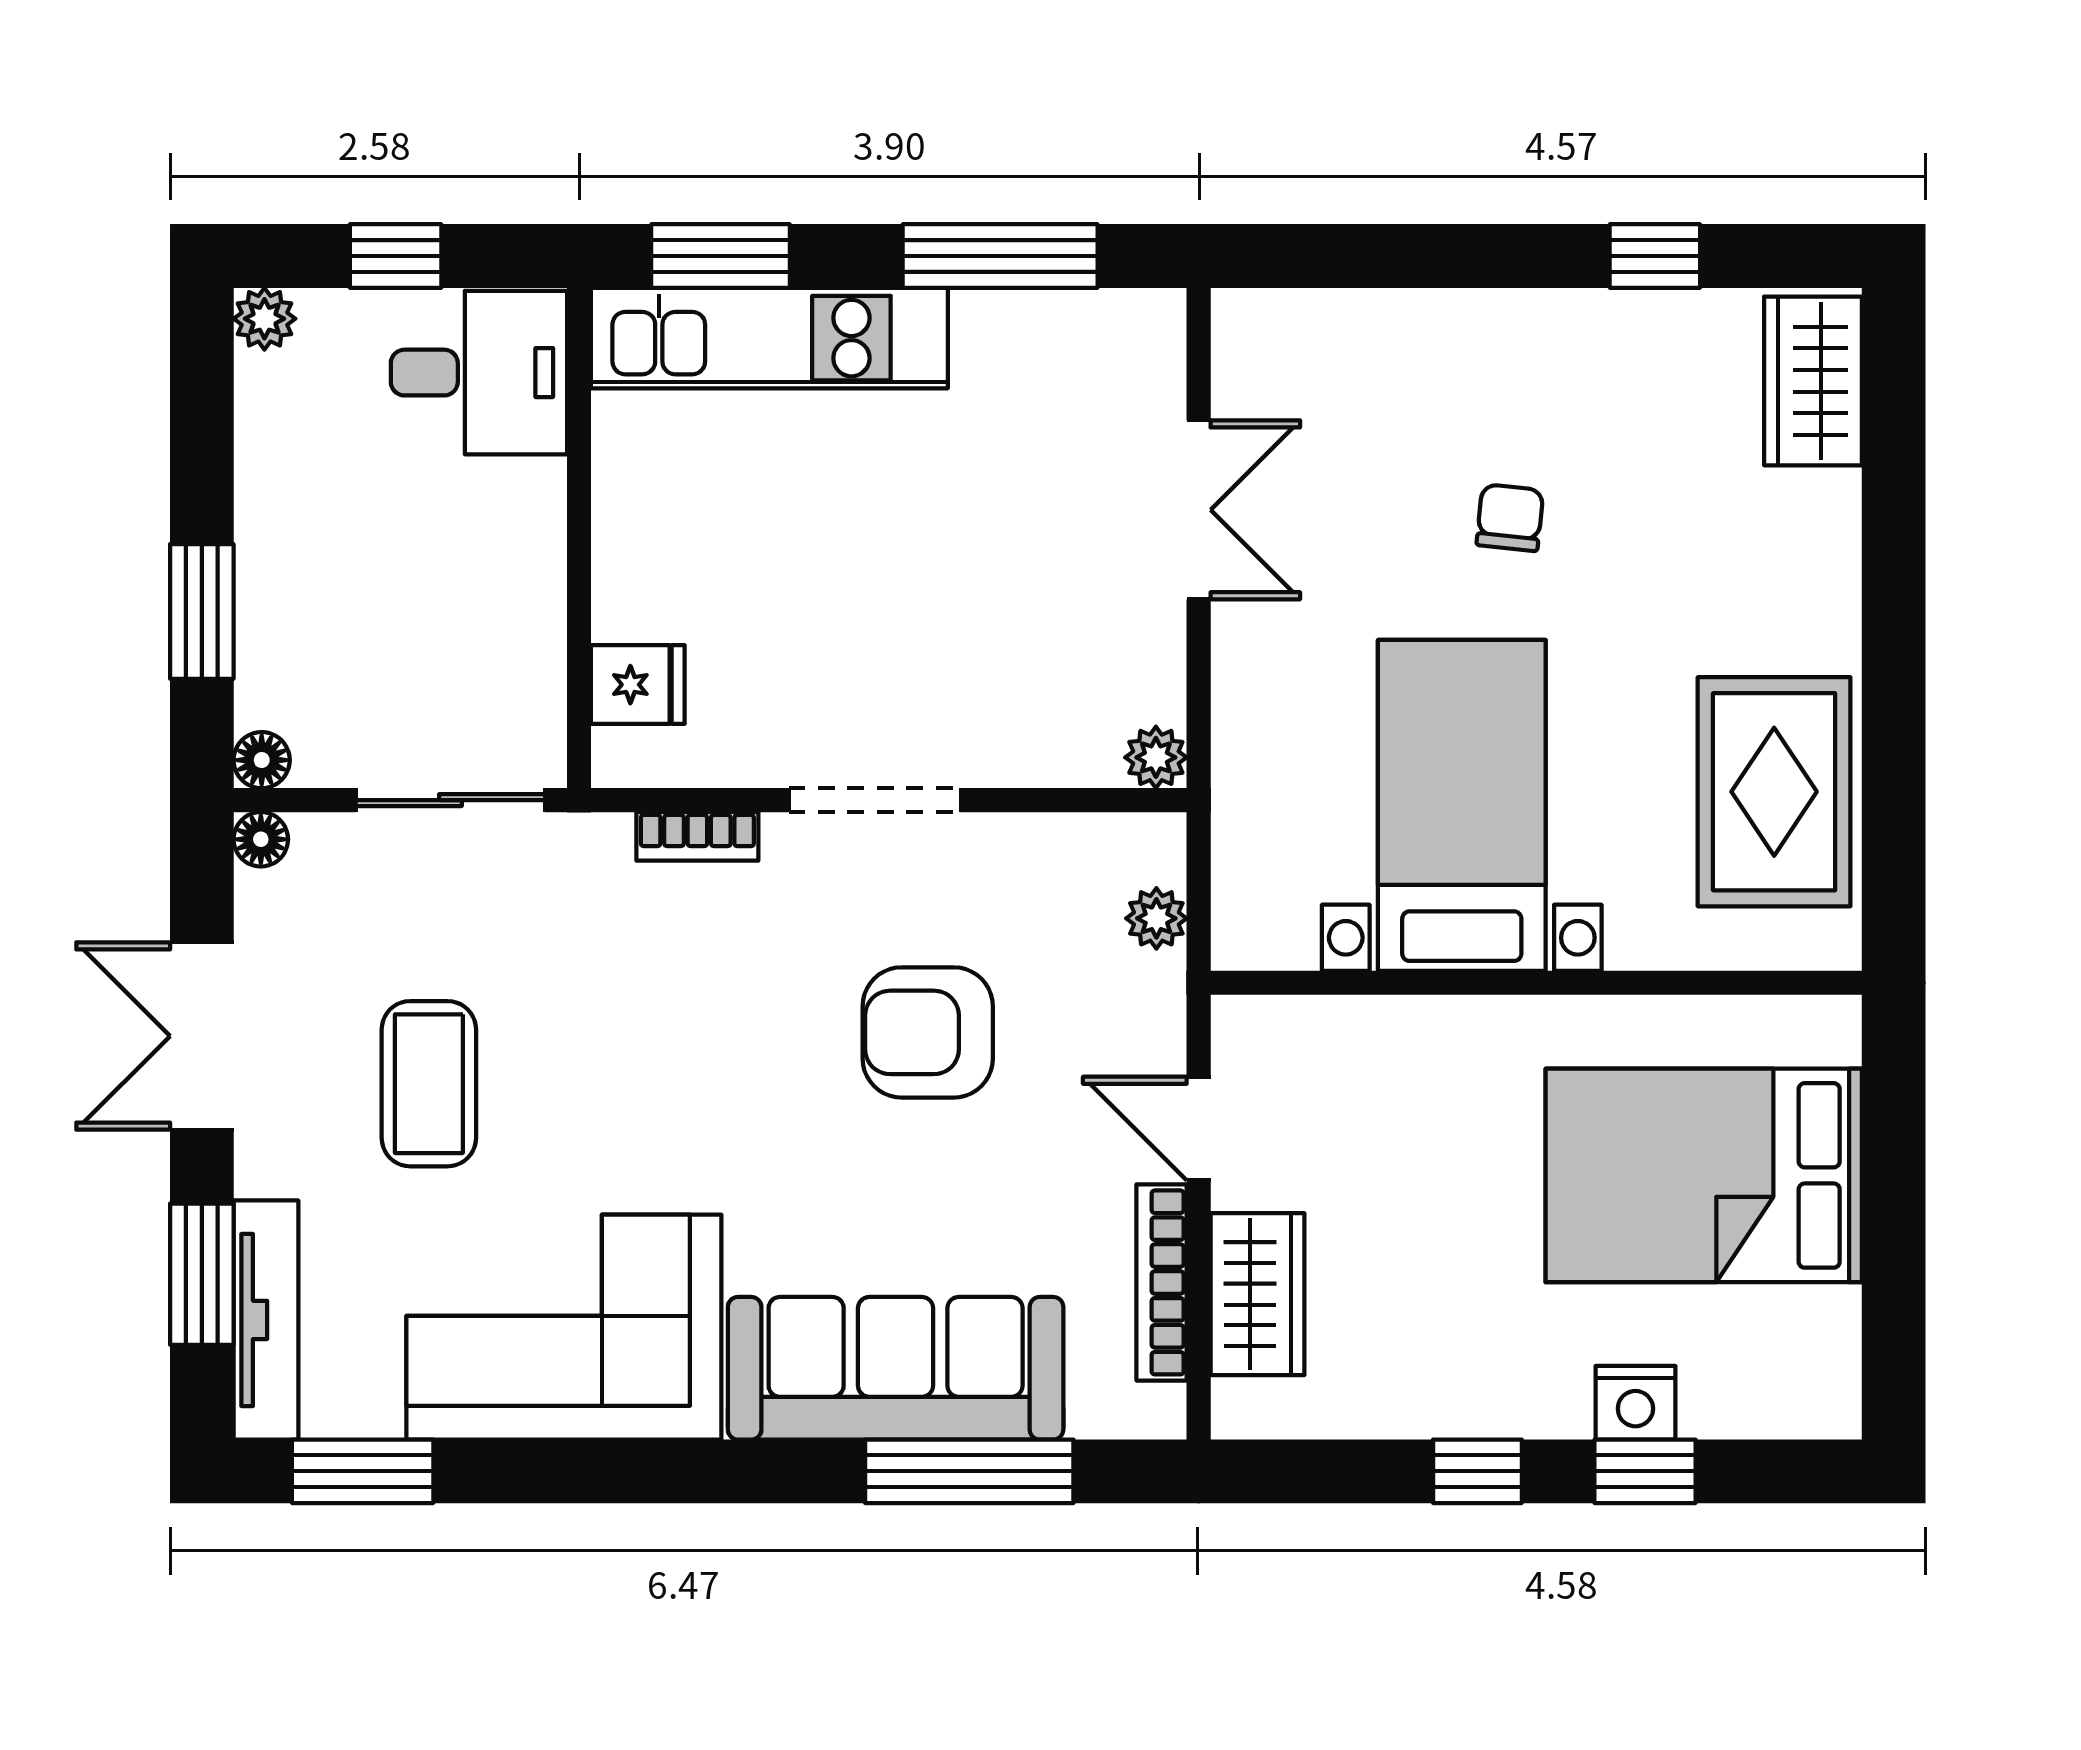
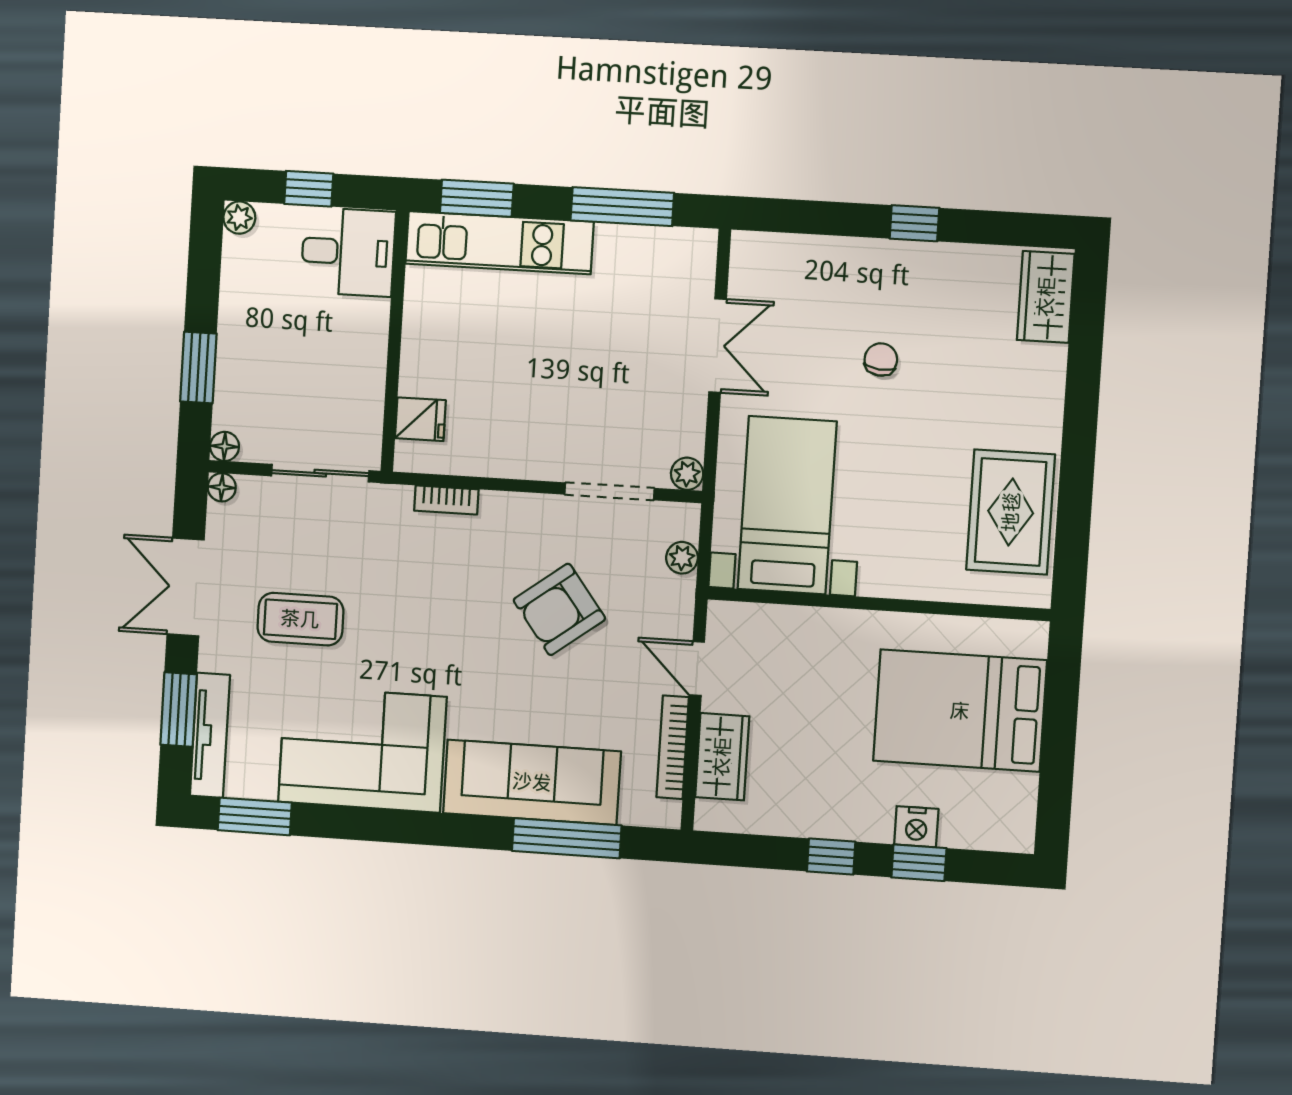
window: (1655, 256) -> (914, 223), moved
doorway: (875, 800) -> (609, 491), moved
bed with nightstands: (1462, 805) -> (787, 505), moved
armchair: (928, 1032) -> (559, 609), turned -37
coffee table: (429, 1084) -> (300, 619), turned 90

